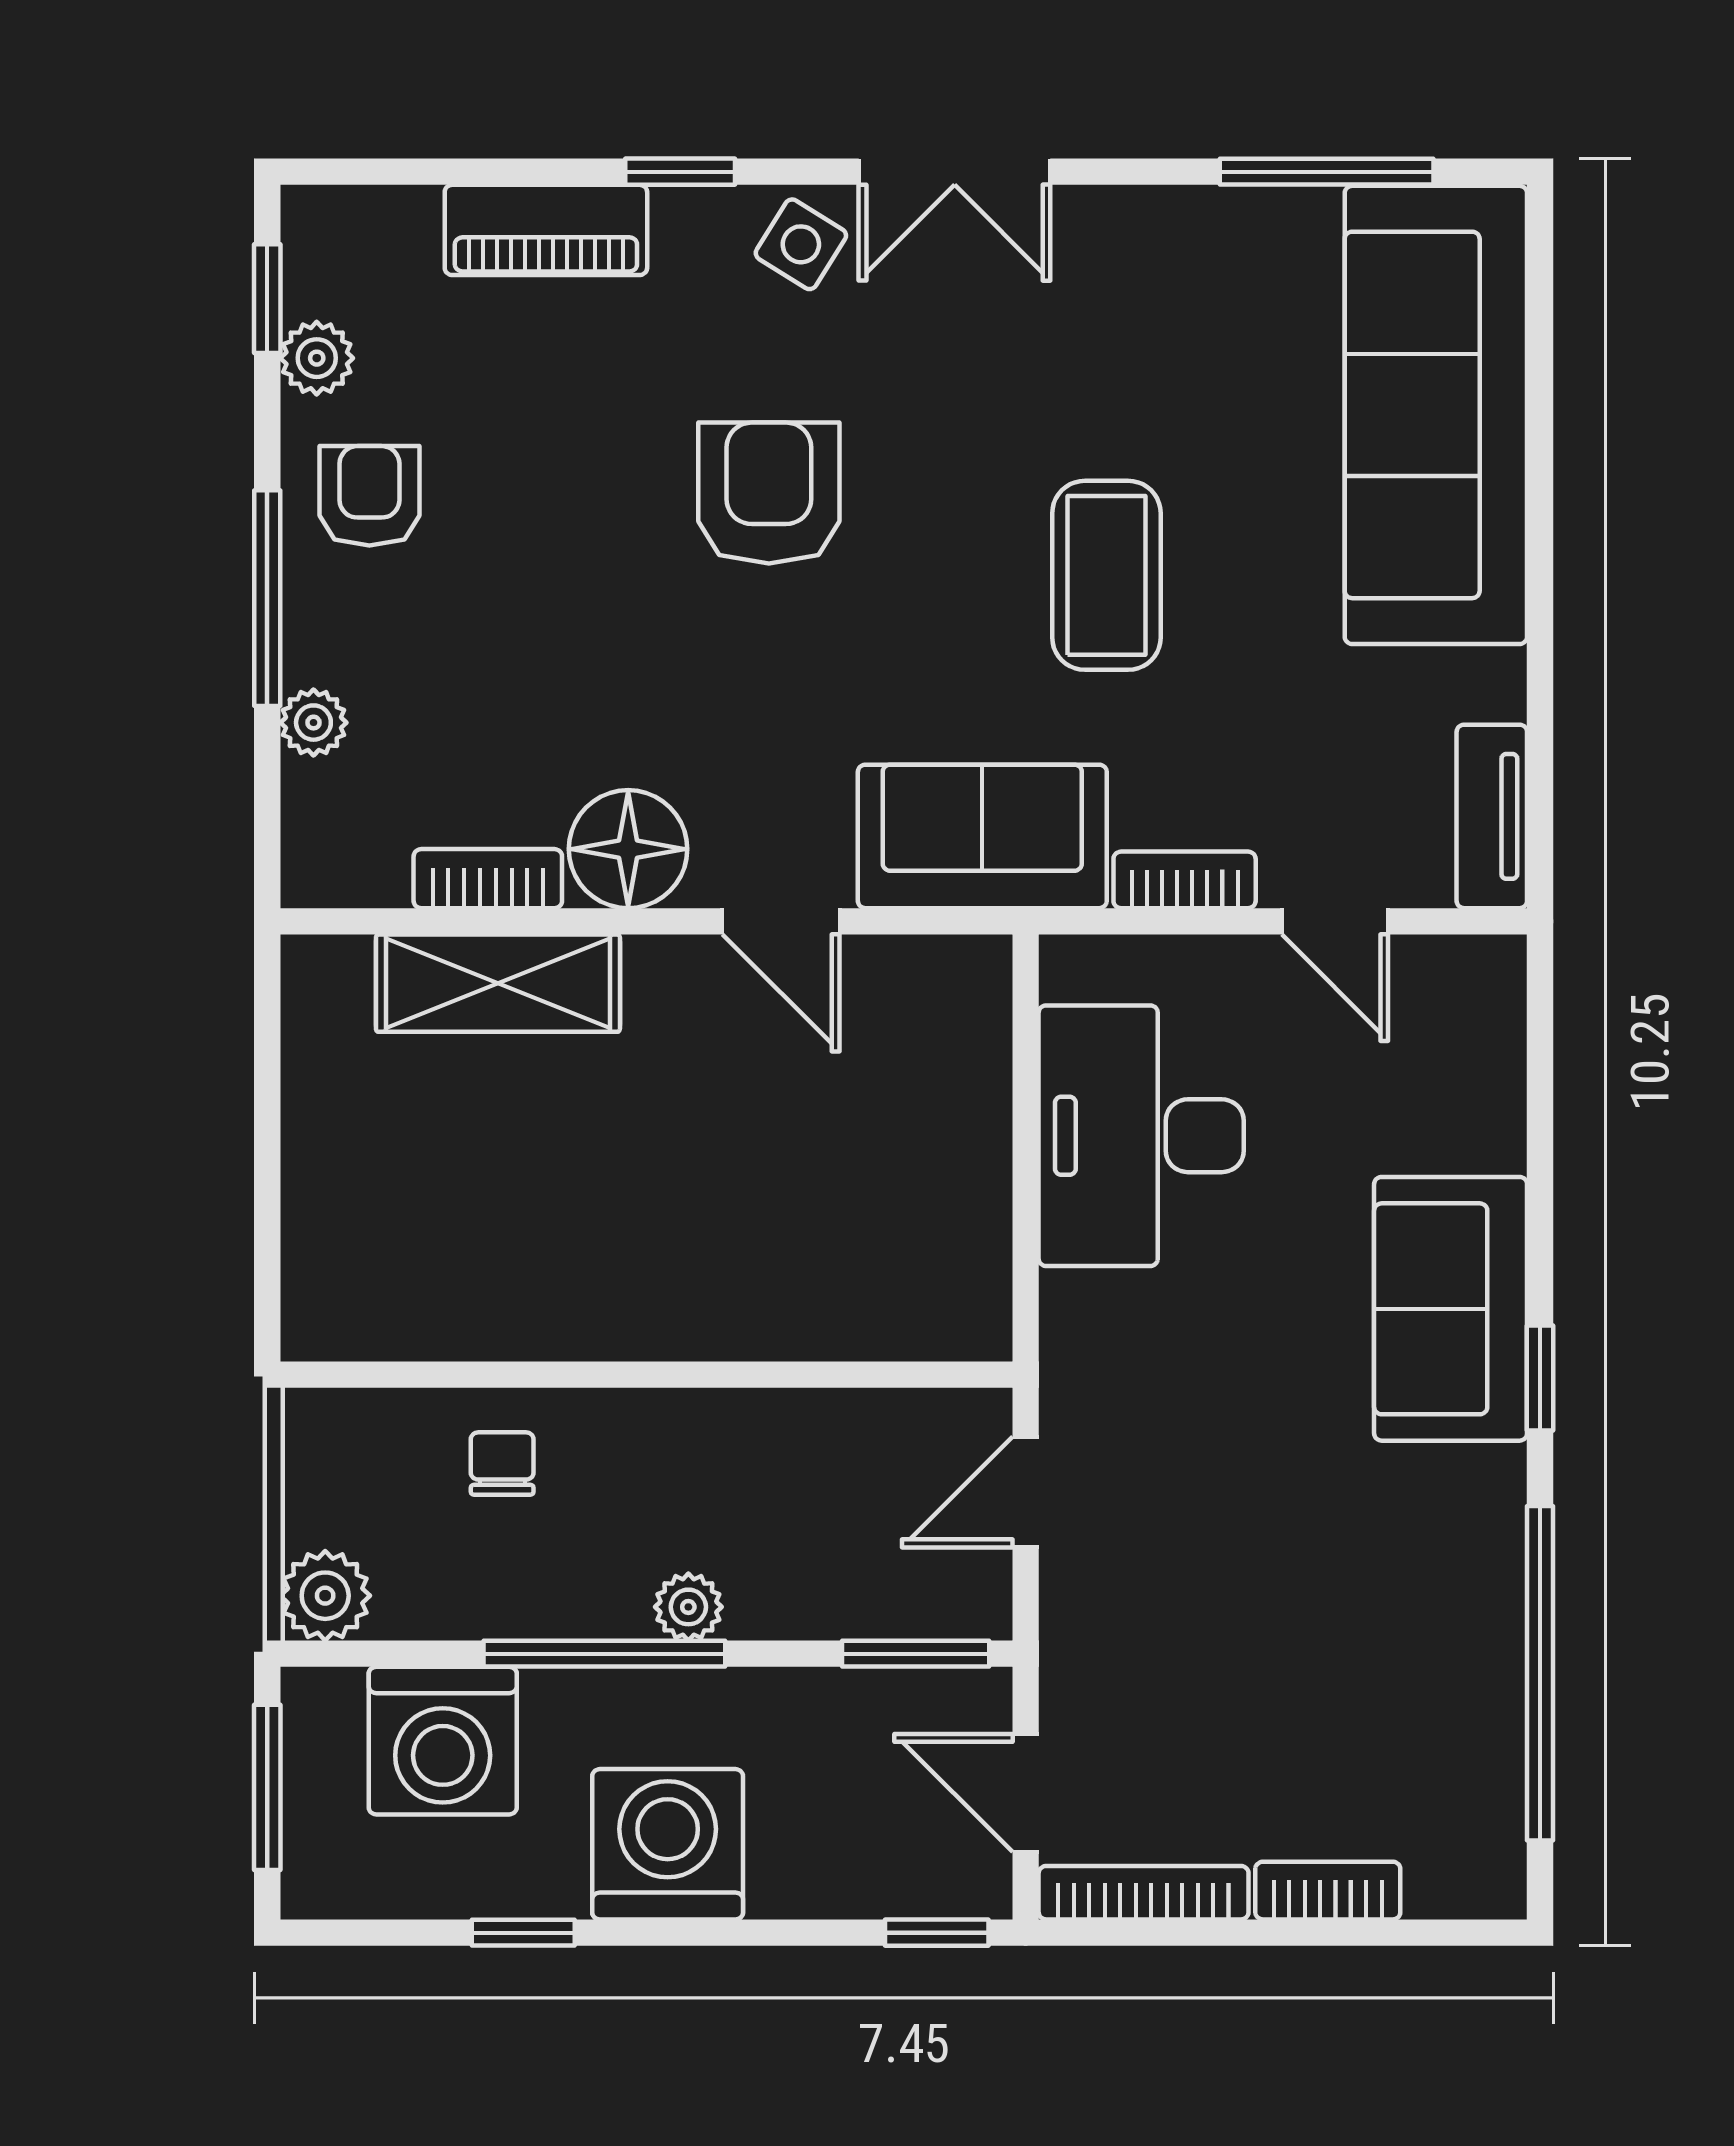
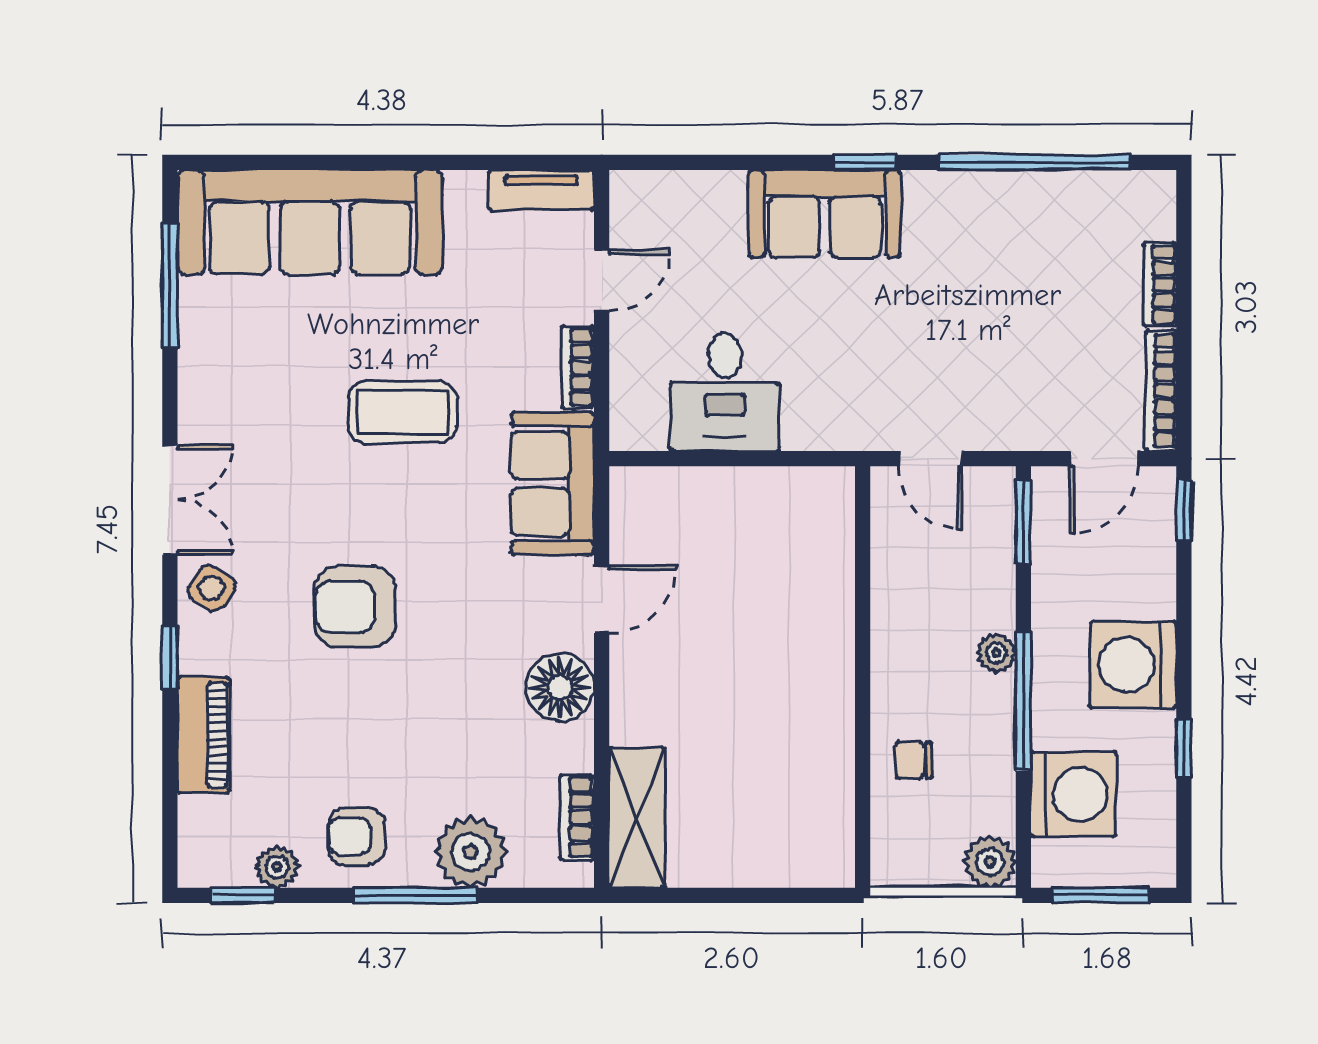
plant: (313, 723) -> (470, 852), width x1.87, depth x1.87
bookcase: (488, 879) -> (577, 817), moved
shelving: (498, 983) -> (637, 818), moved
desk: (1141, 1136) -> (725, 392), width x0.73

